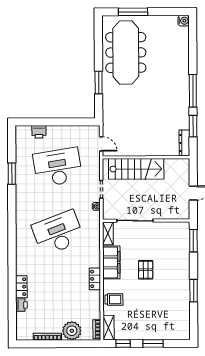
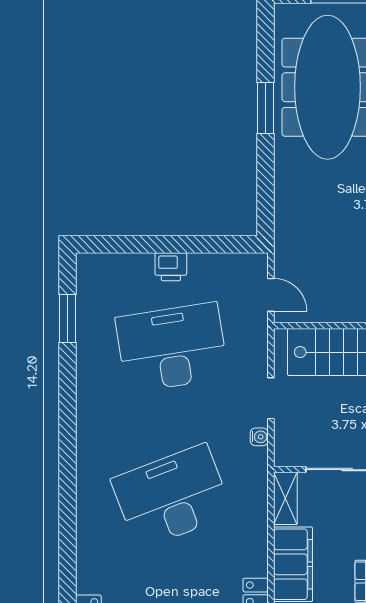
window: (99, 82) -> (265, 108), moved
printer: (39, 132) -> (171, 267), moved
window: (12, 174) -> (67, 318), moved

